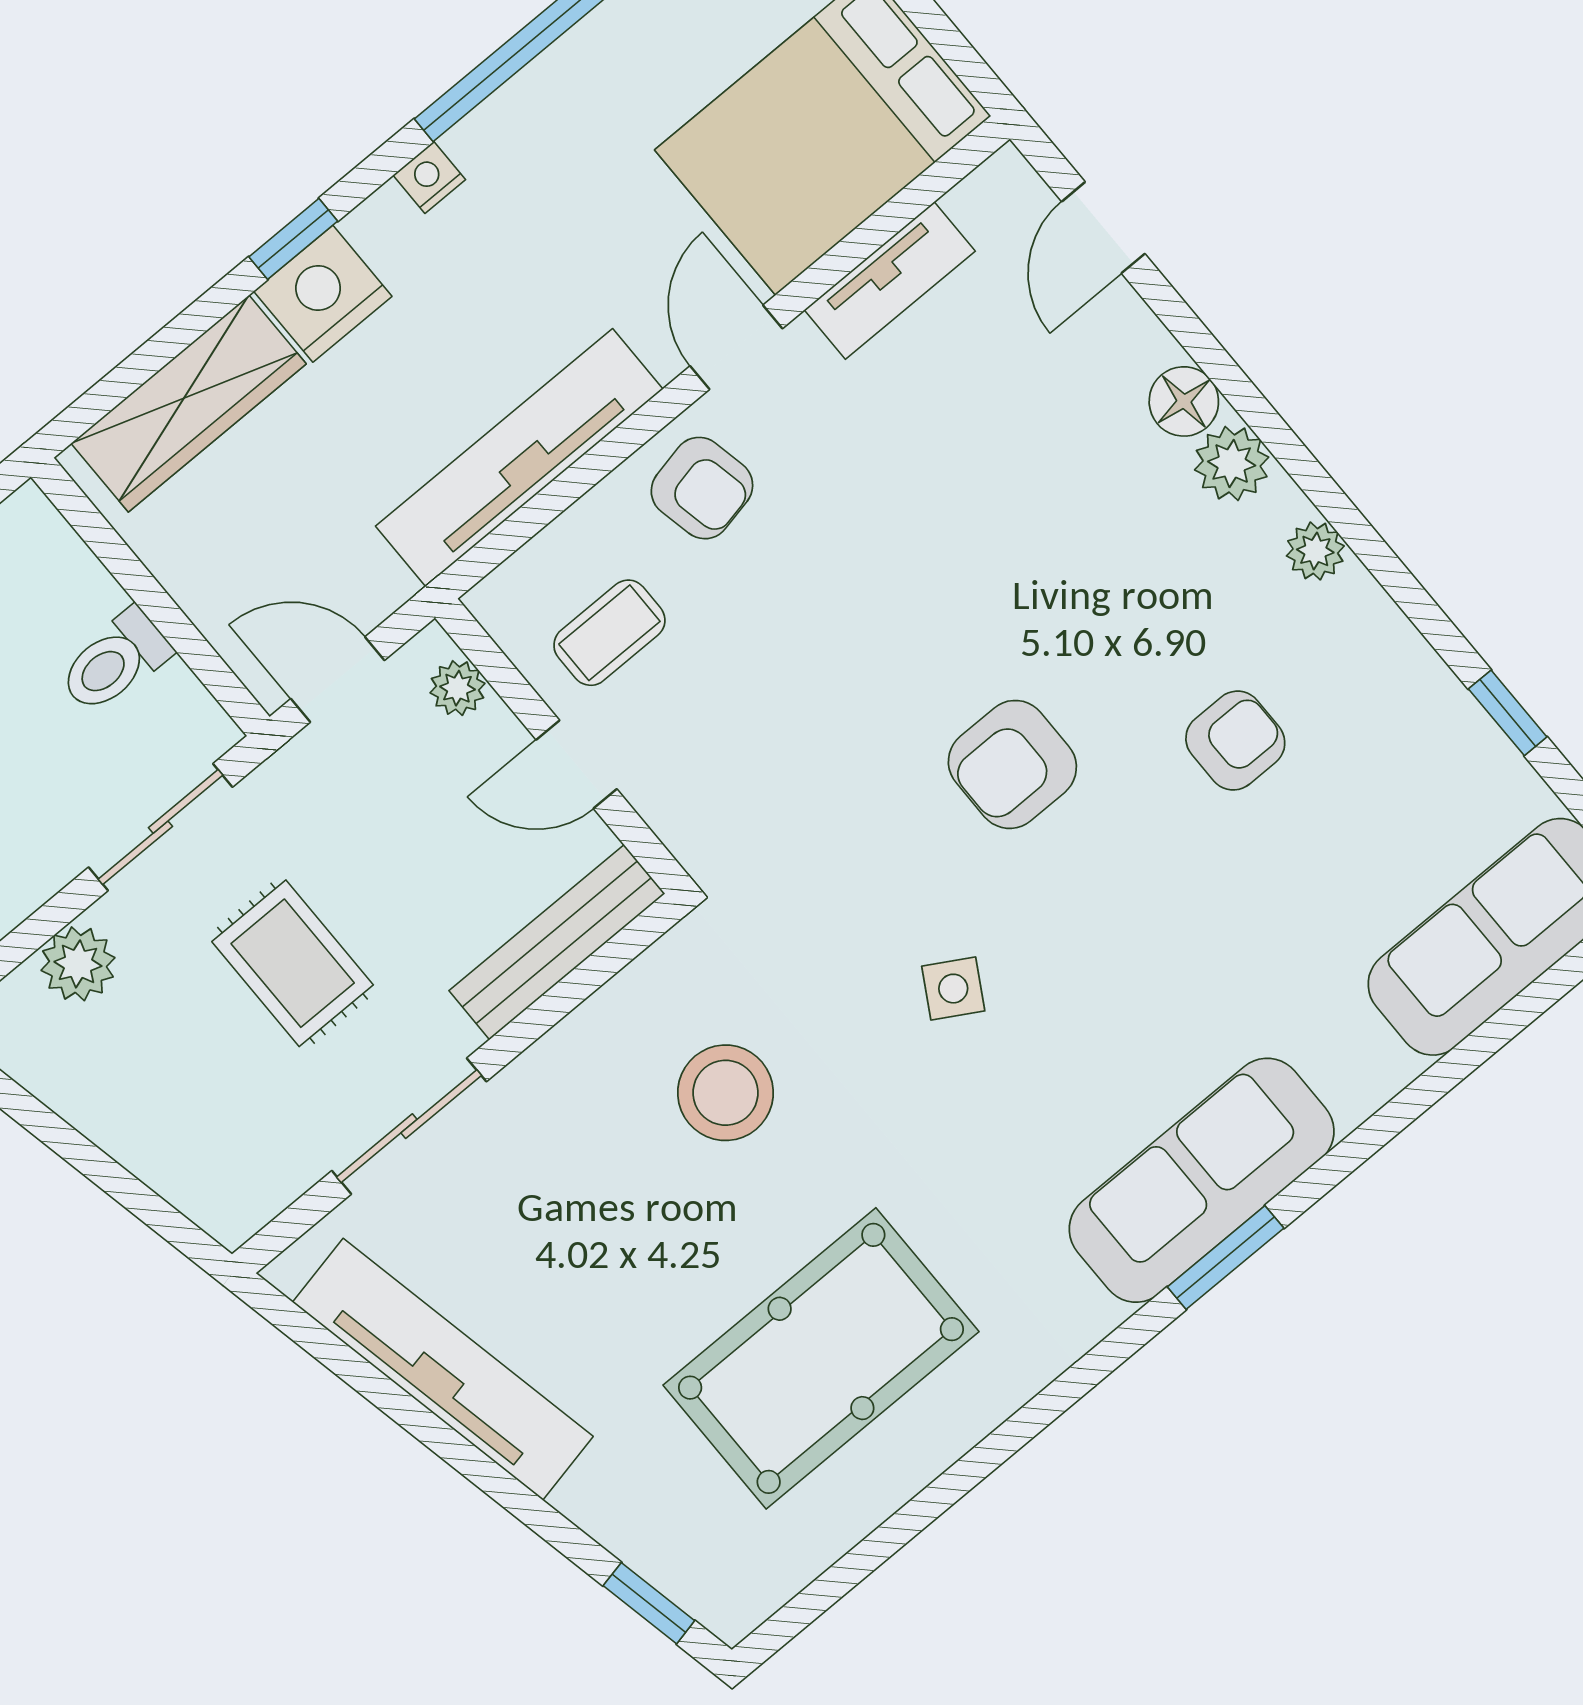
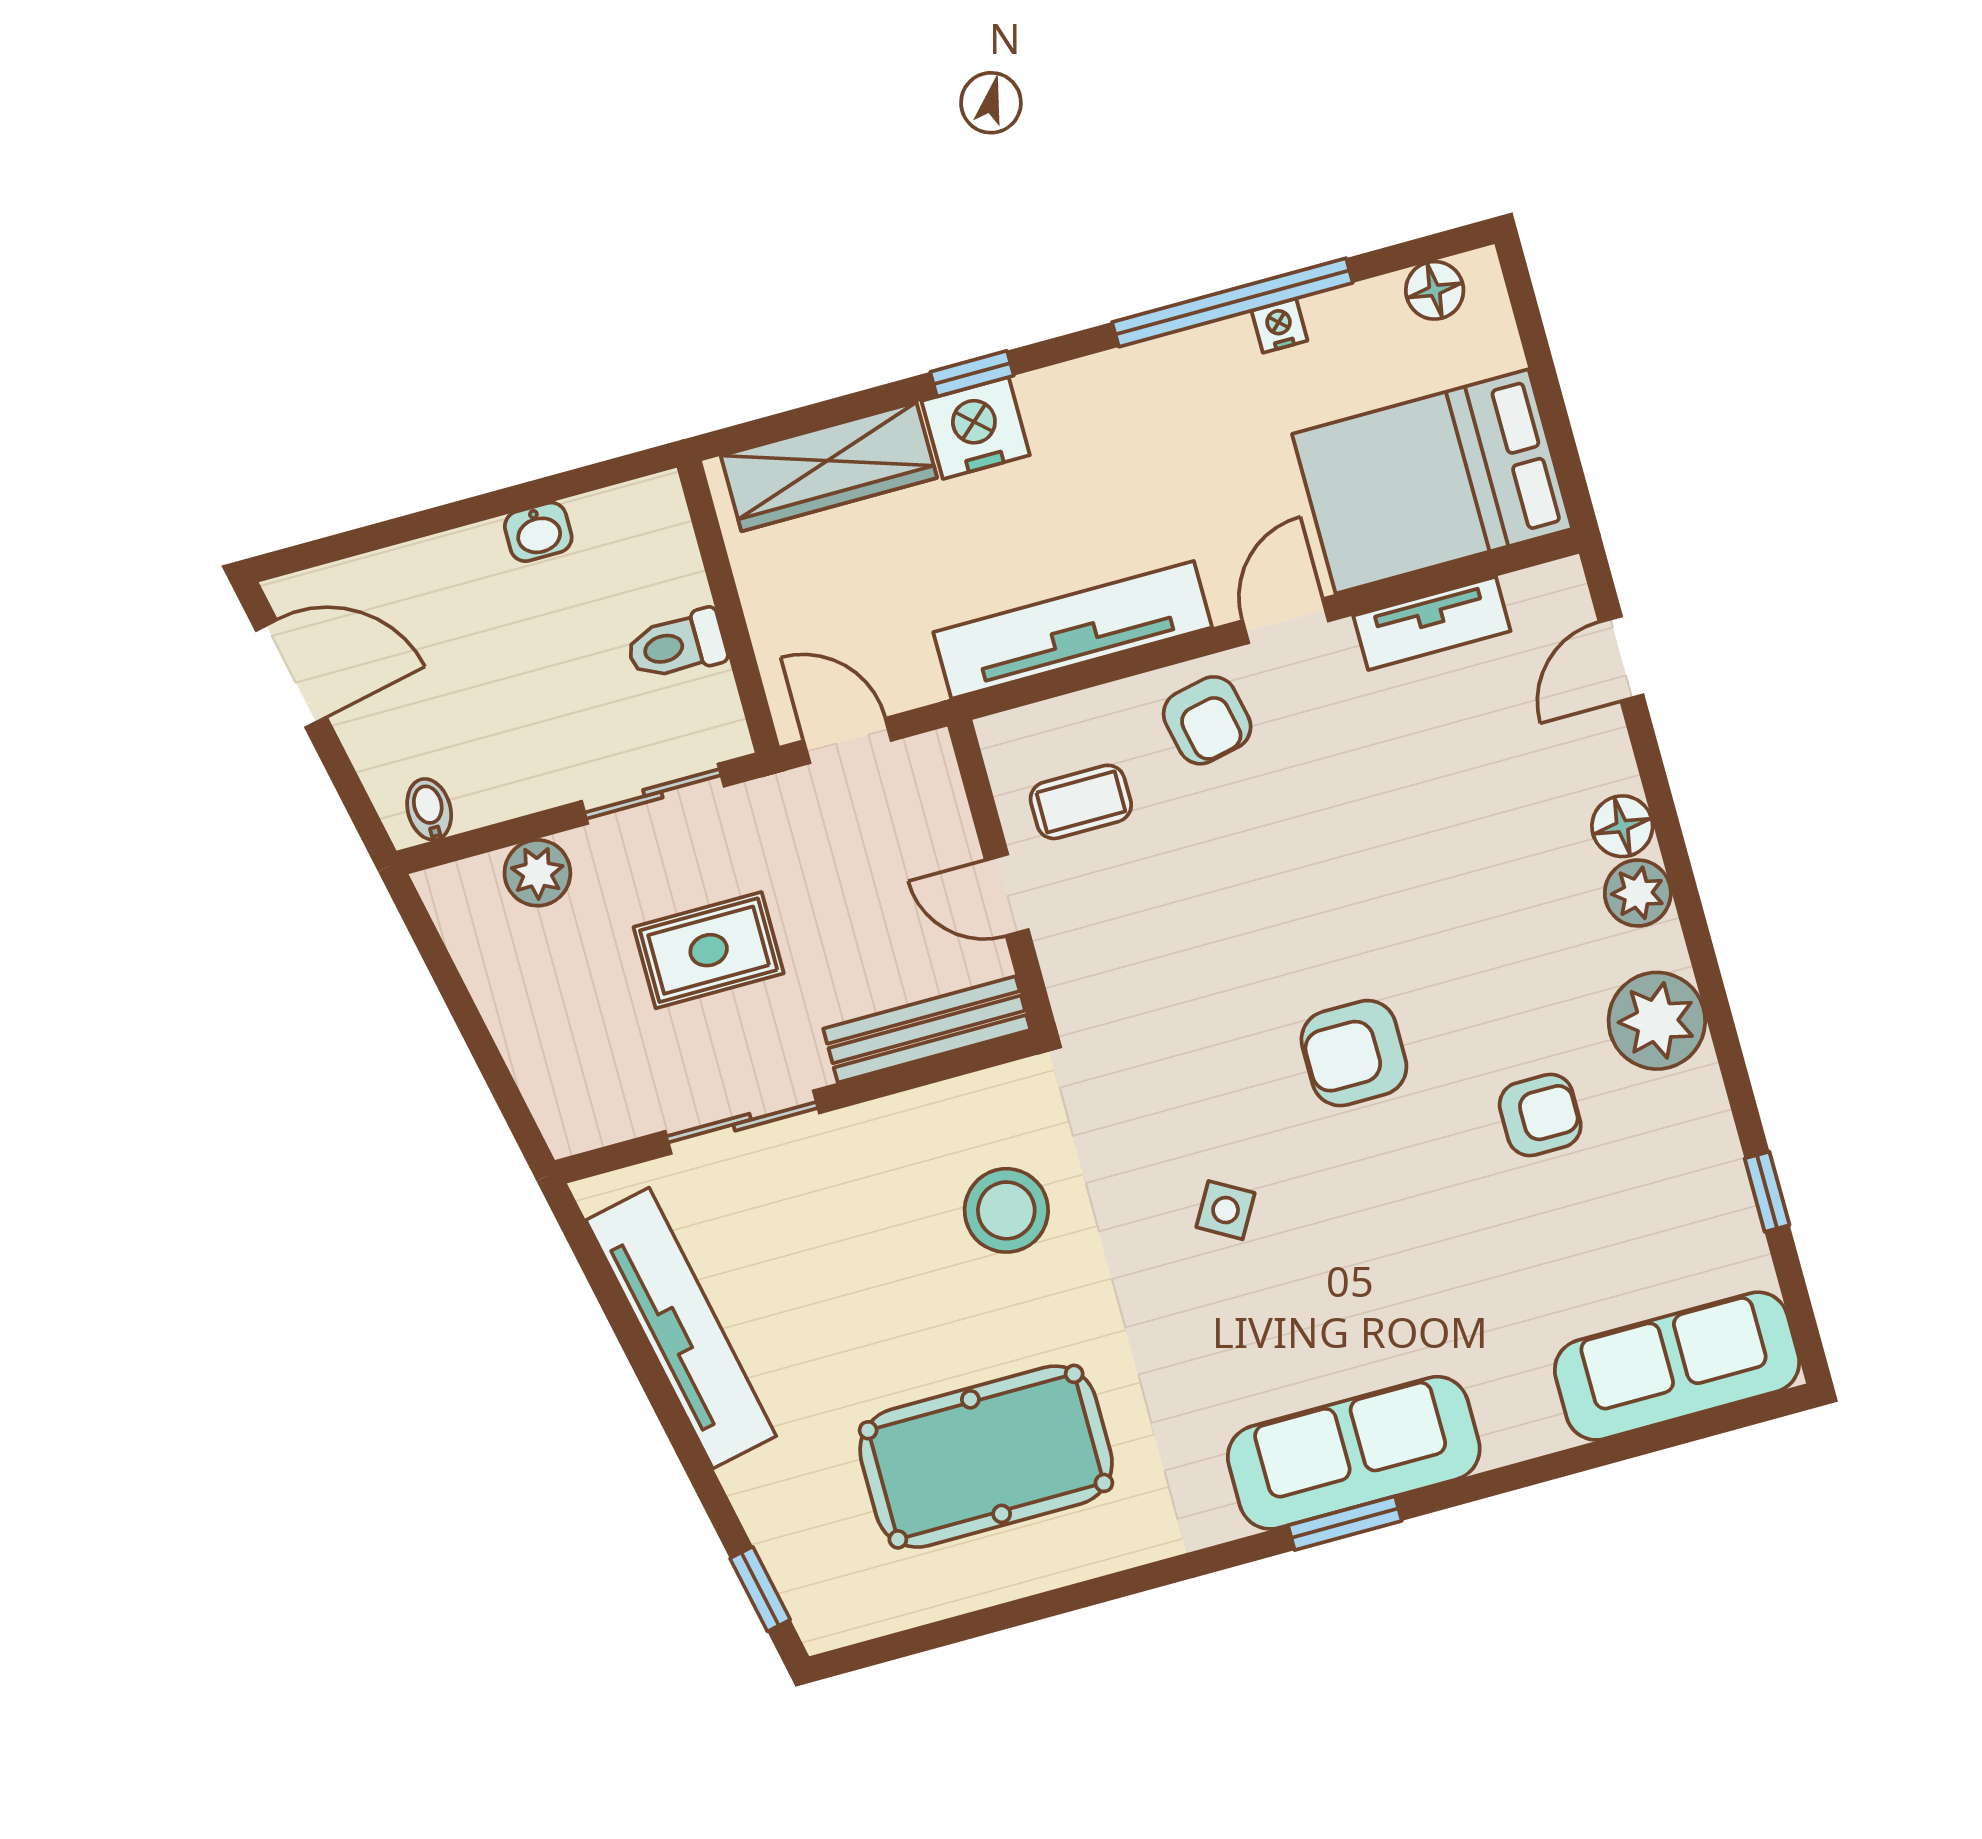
nightstand: (429, 177) -> (1279, 326), moved
plant: (1315, 551) -> (1657, 1021), width x1.88, depth x1.88
plant: (457, 688) -> (940, 791), removed
rug: (293, 963) -> (709, 950), turned 90

